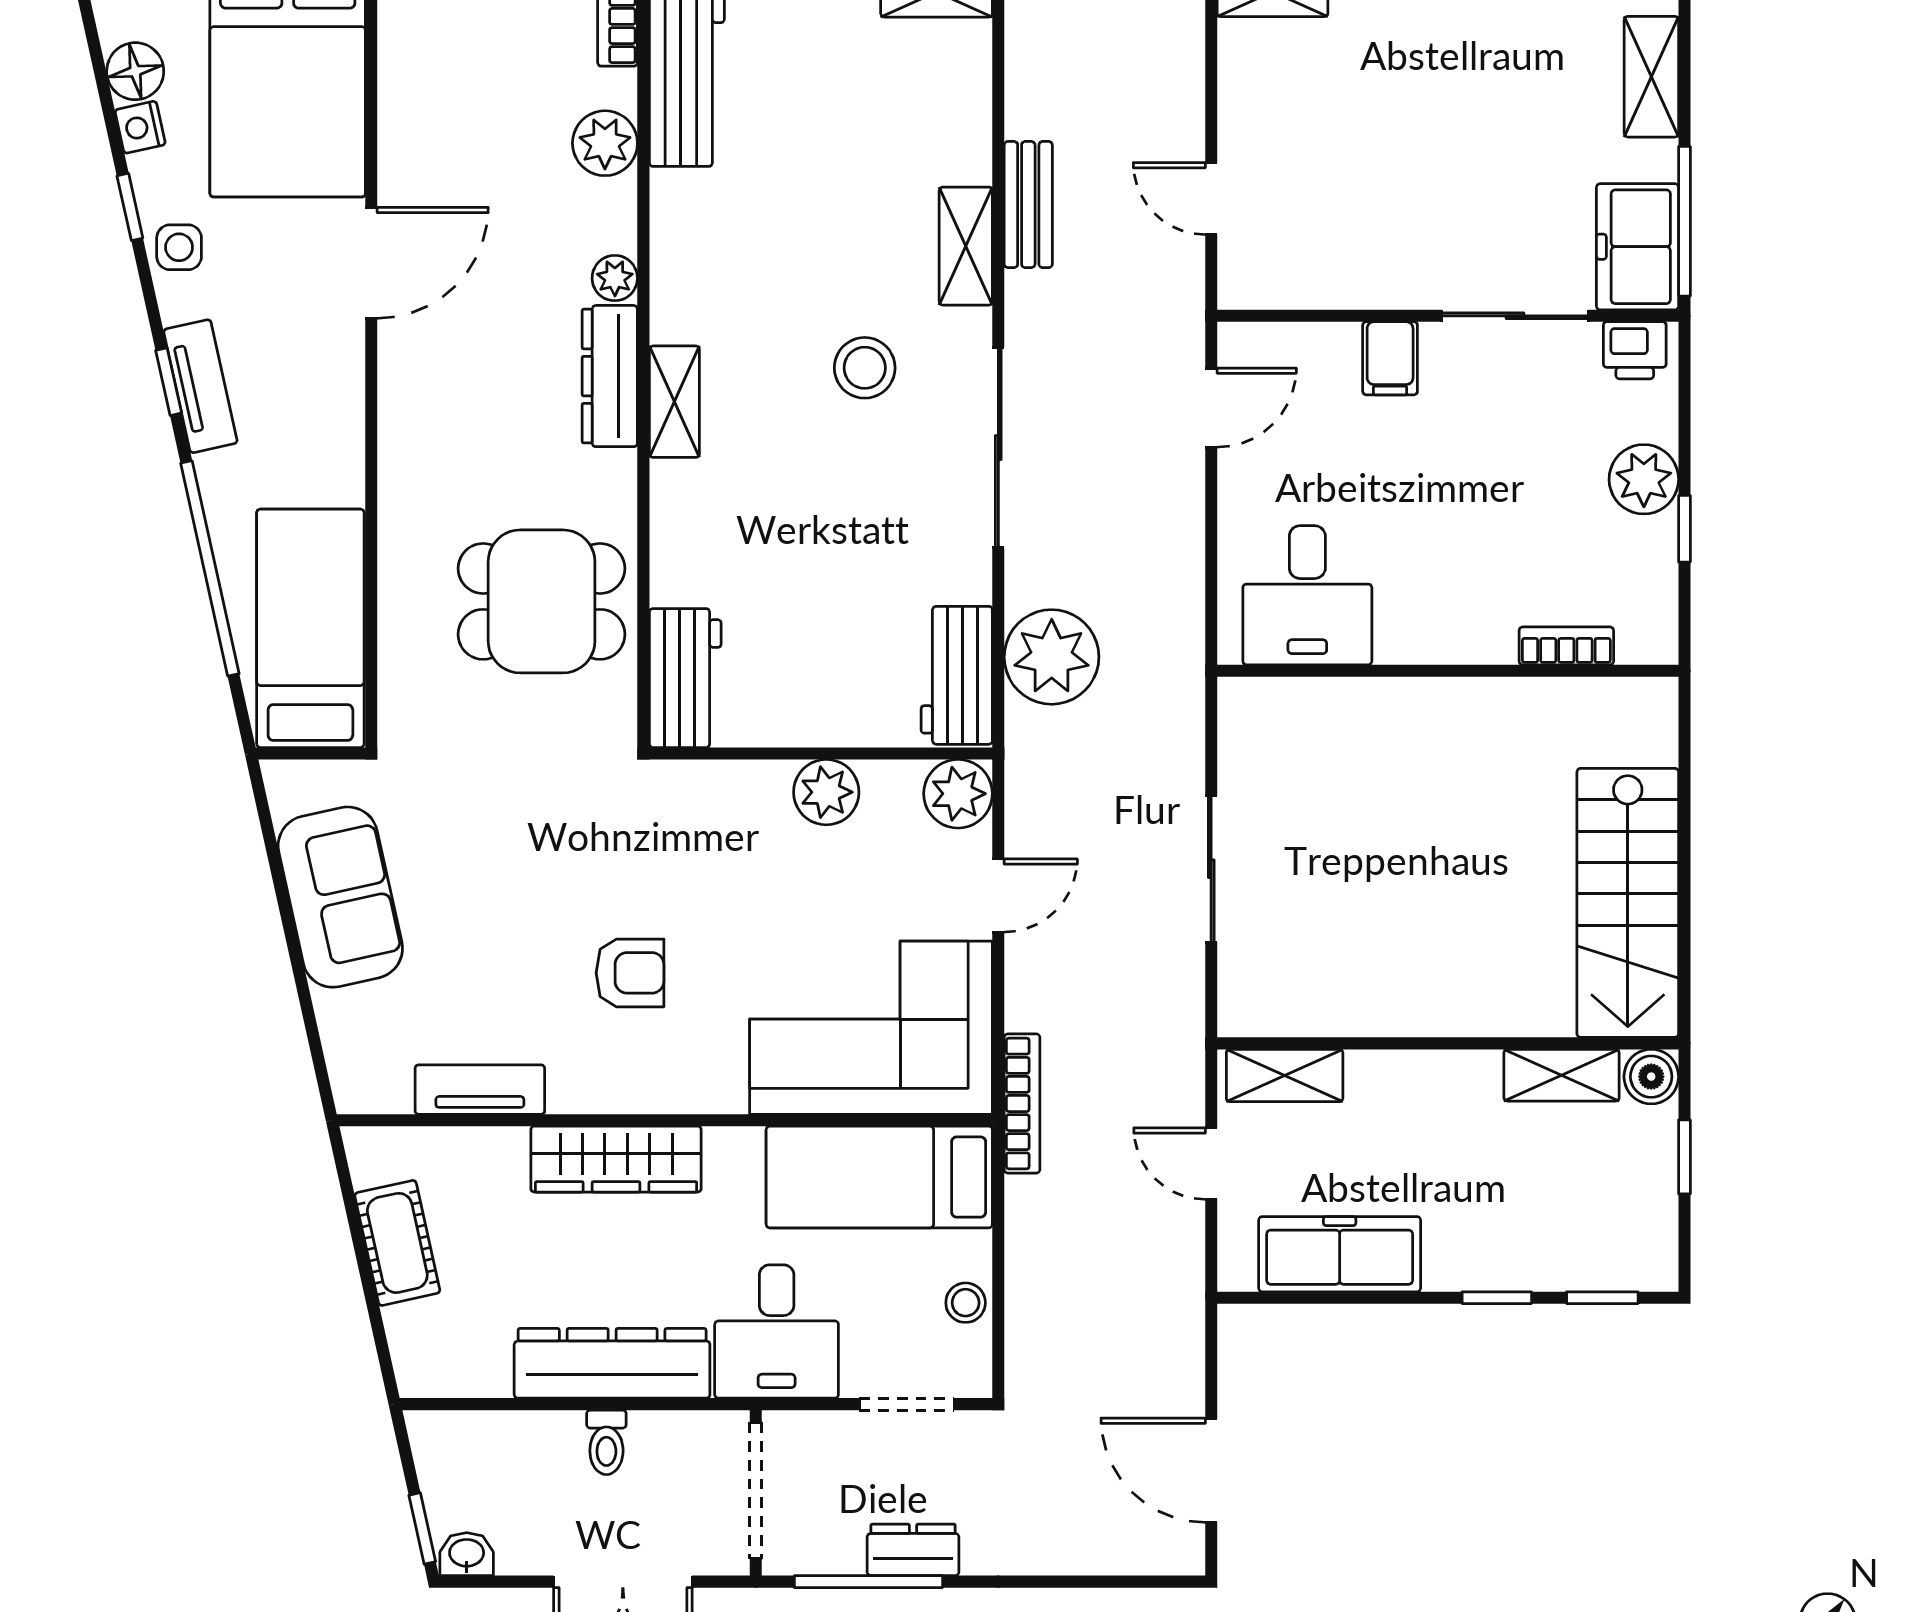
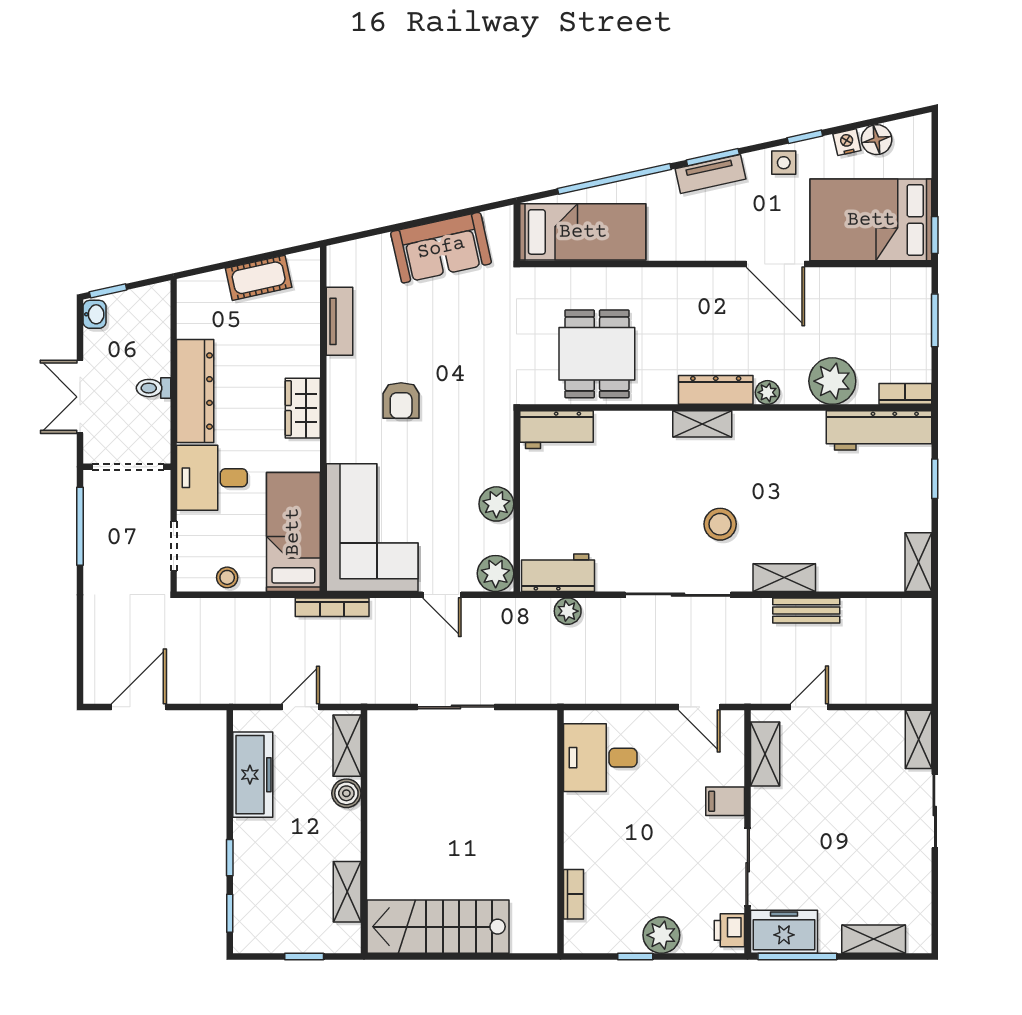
plant: (605, 143) -> (832, 381), width x1.36, depth x1.36
shelving: (1300, 283) -> (765, 754), added
window: (169, 382) -> (713, 157), width x1.50
plant: (1052, 657) -> (568, 611), width x0.53, depth x0.53
boiler: (1651, 1077) -> (346, 793), moved
wardrobe: (616, 1159) -> (303, 408), width x0.67
dresser: (913, 1550) -> (97, 550), removed

